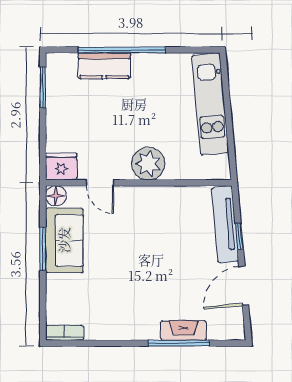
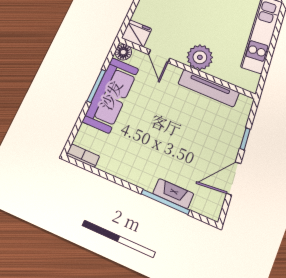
tv unit: (225, 224) -> (209, 88), moved, turned -85
sofa: (64, 240) -> (111, 95), width x1.36

